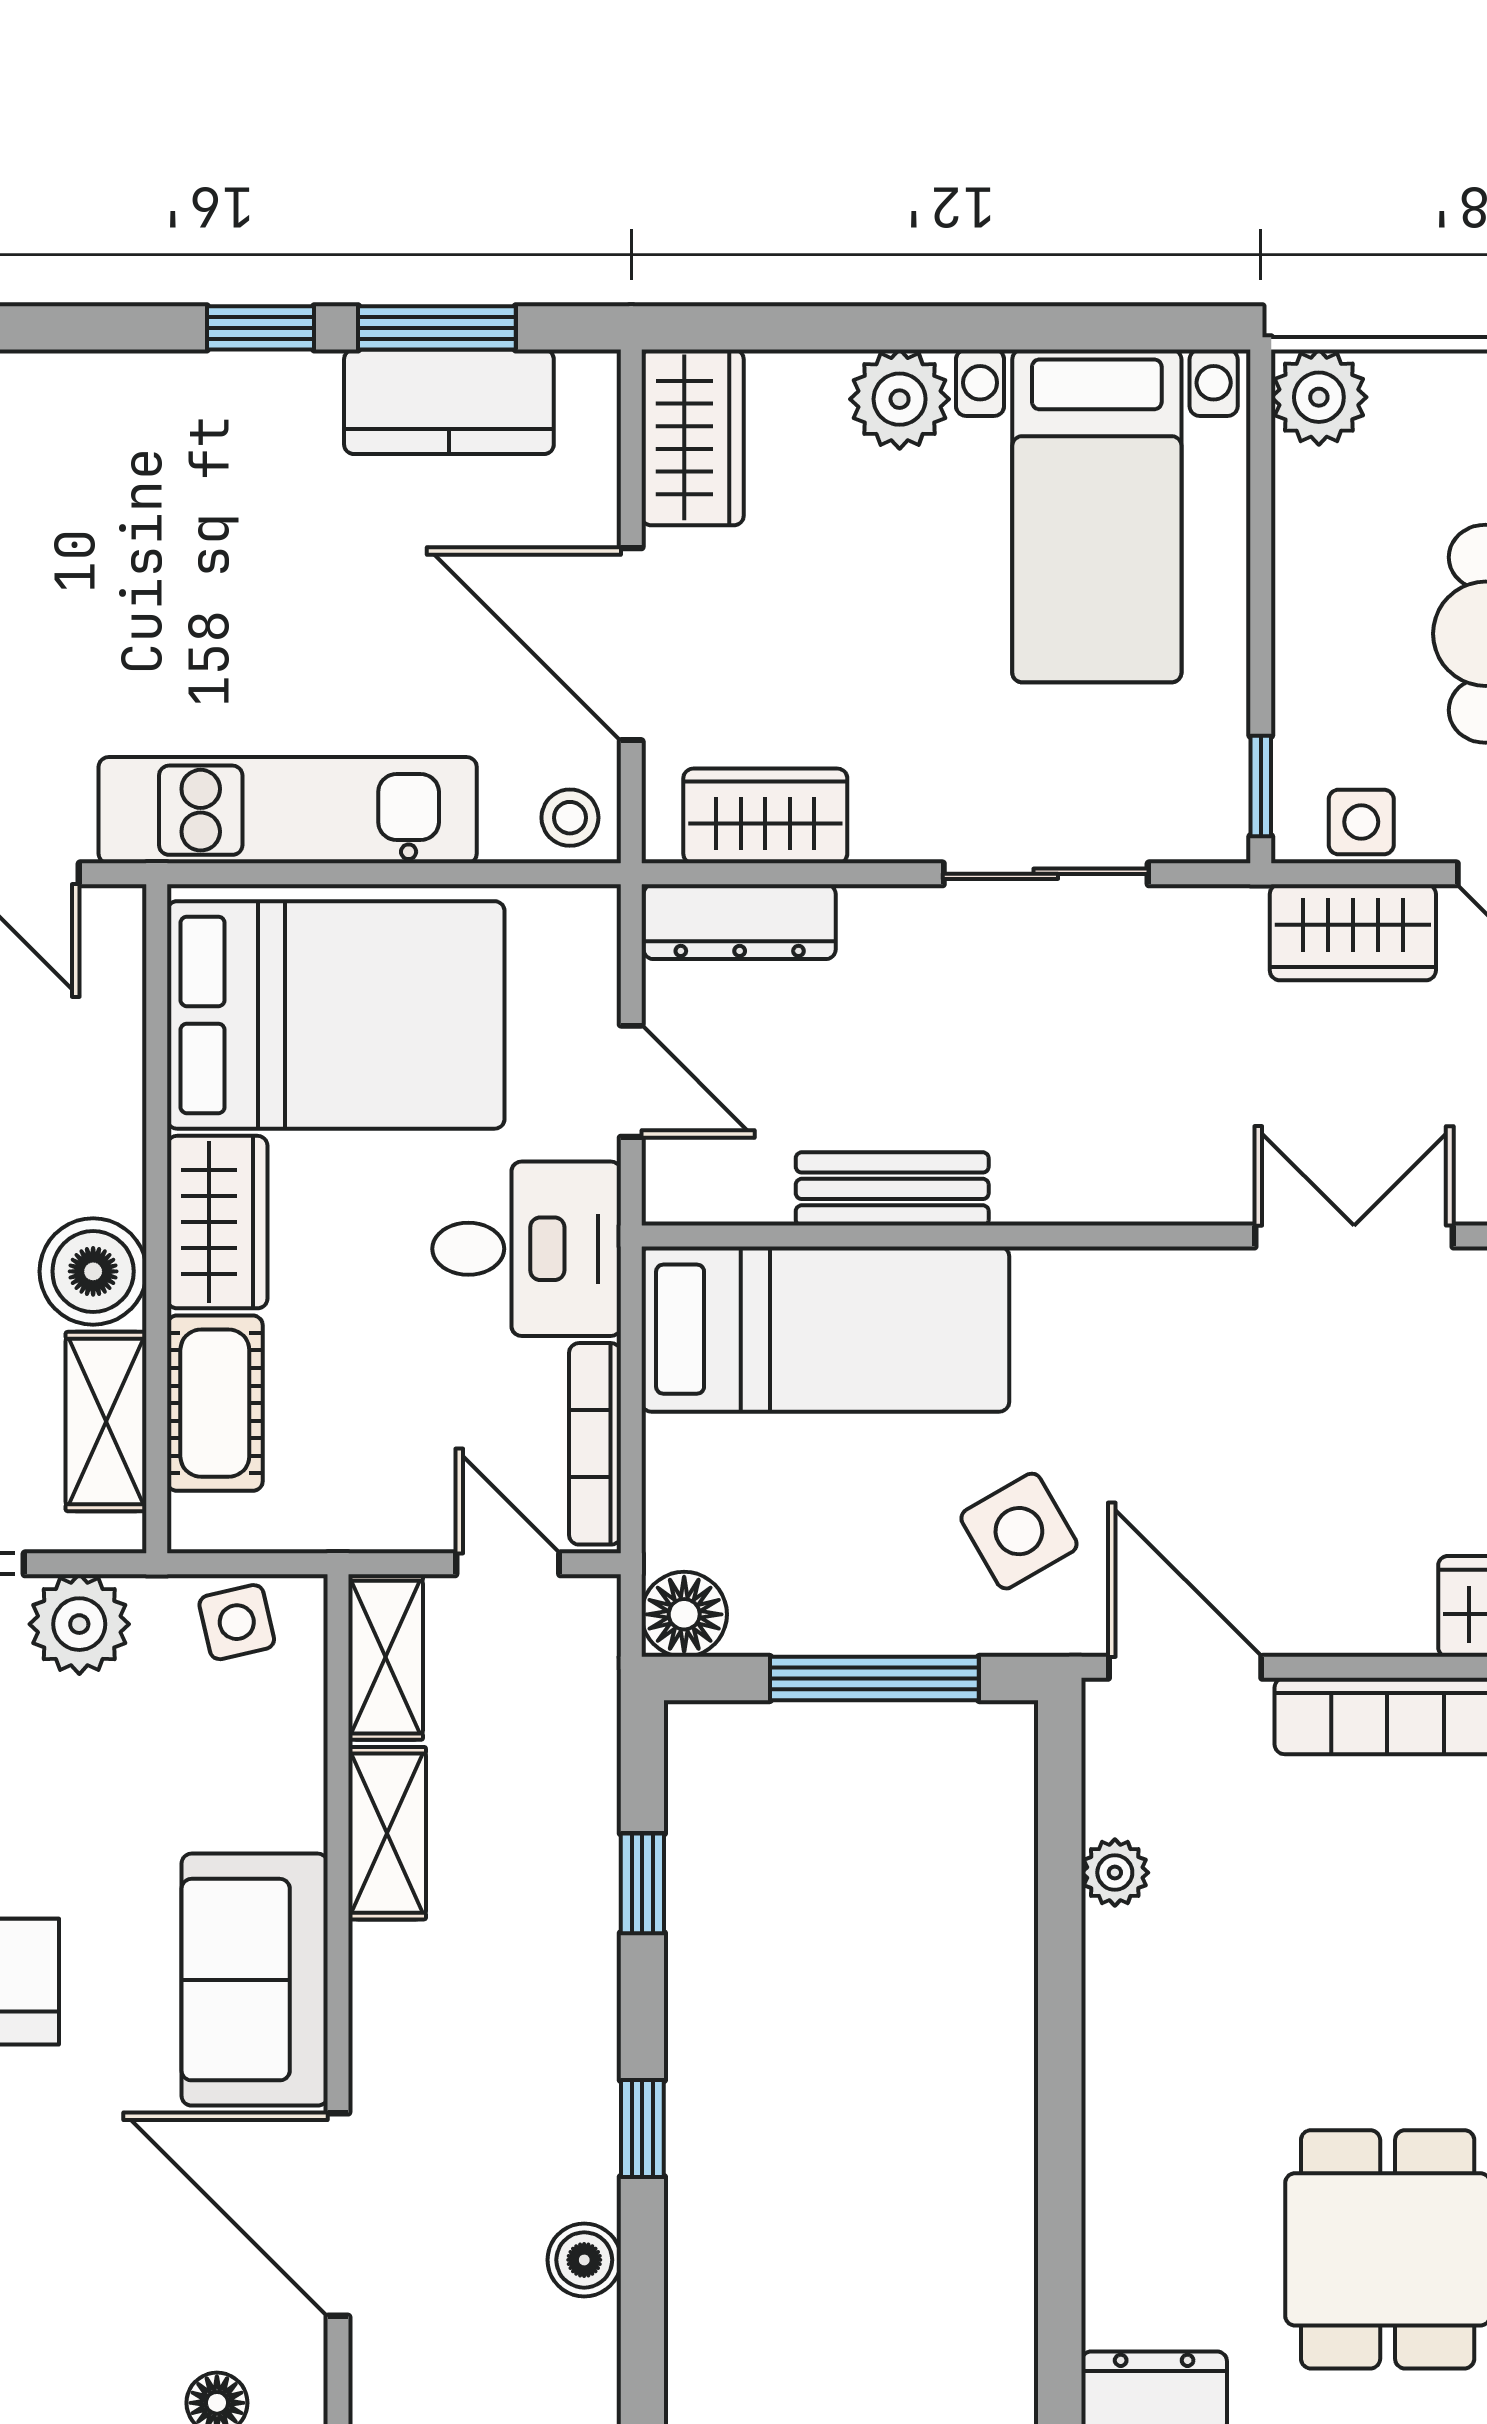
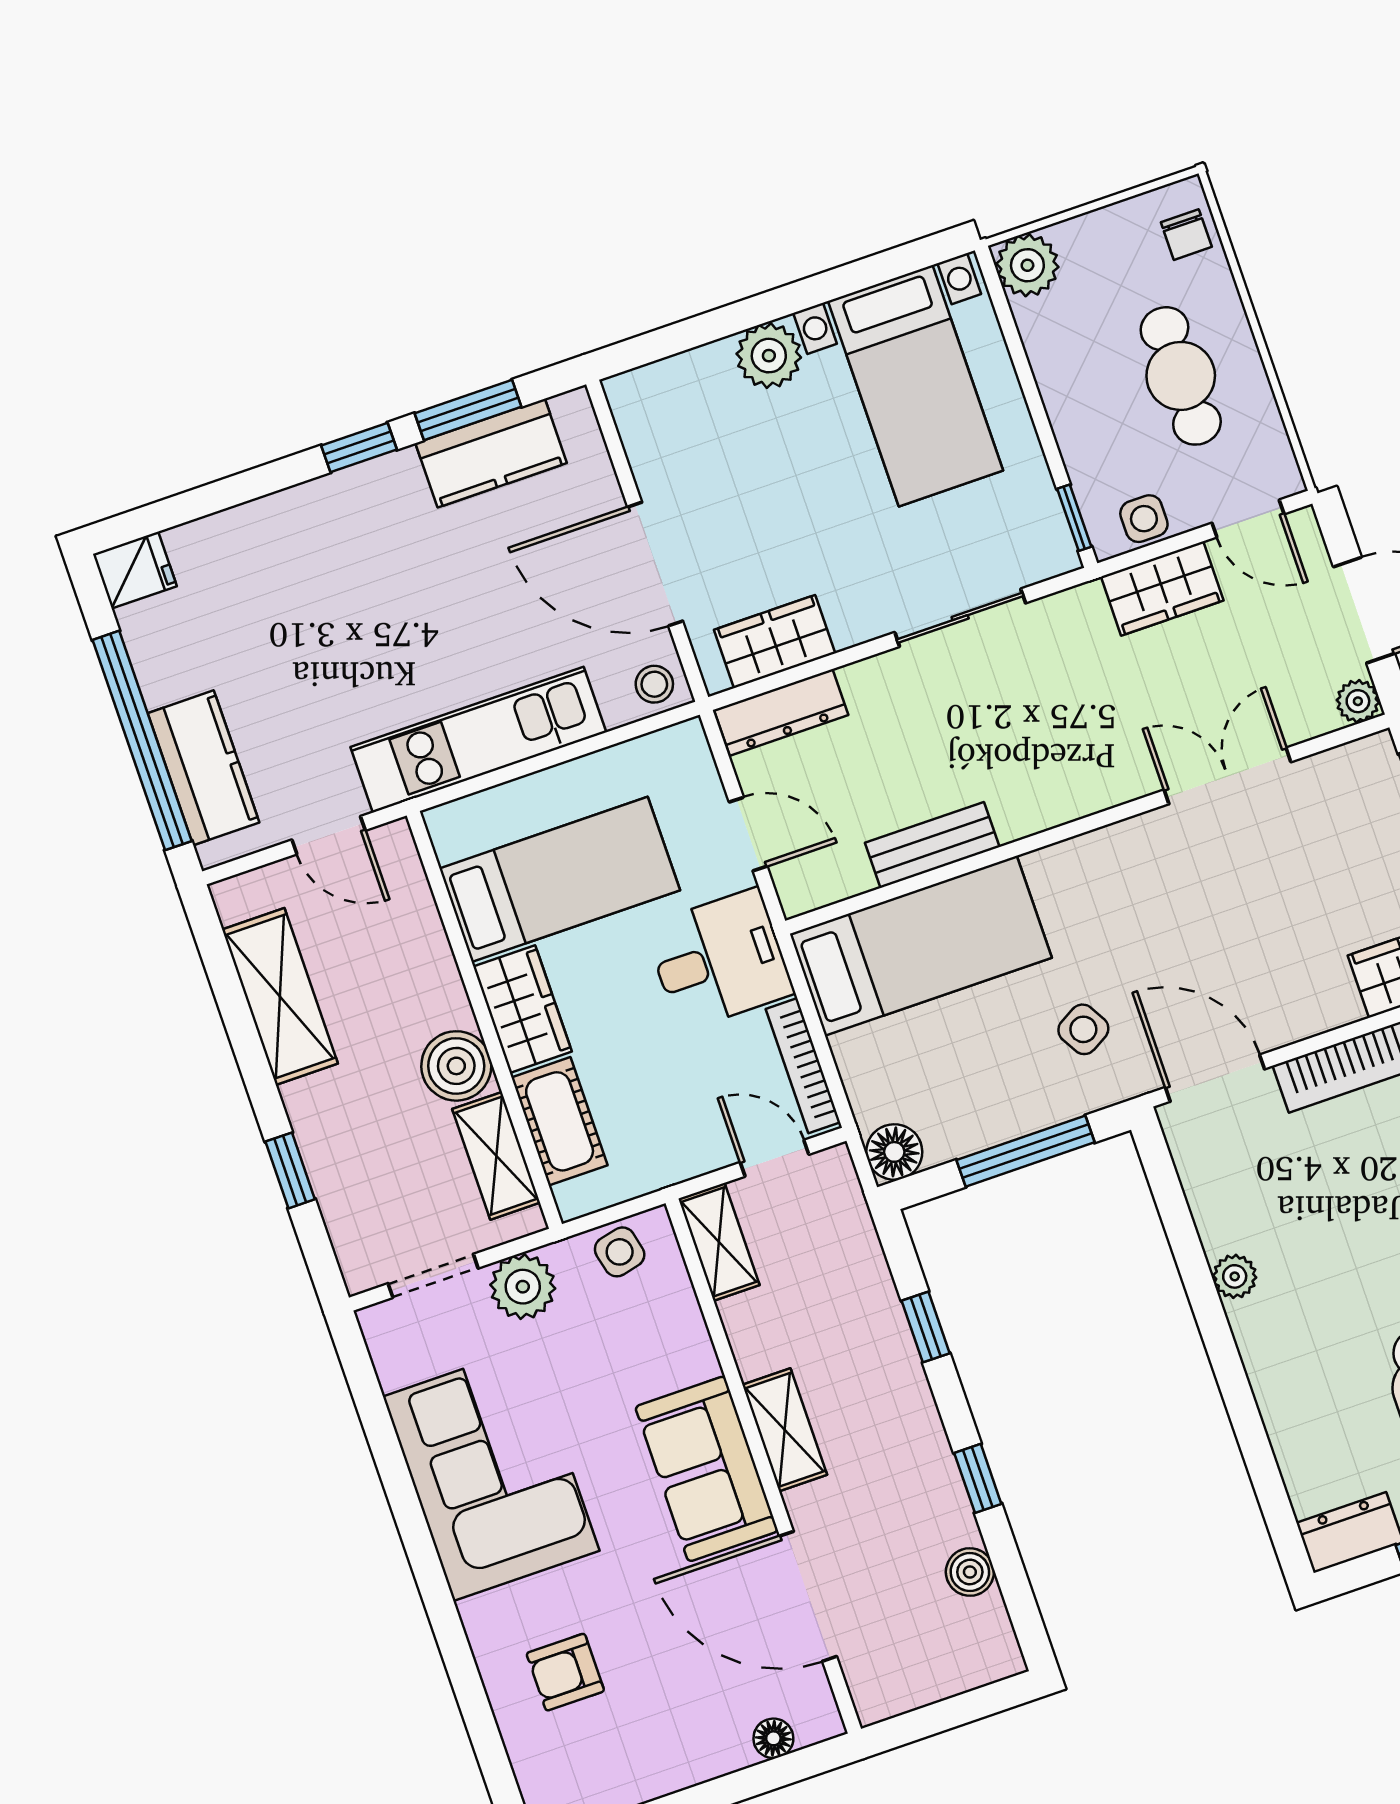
wardrobe: (693, 437) -> (649, 423), removed
bed: (336, 1015) -> (560, 879), width x0.67
side table: (1019, 1531) -> (1083, 1029), width x0.73, depth x0.73
shelving: (387, 1833) -> (785, 1430), moved
plant: (1115, 1873) -> (1235, 1276), moved

